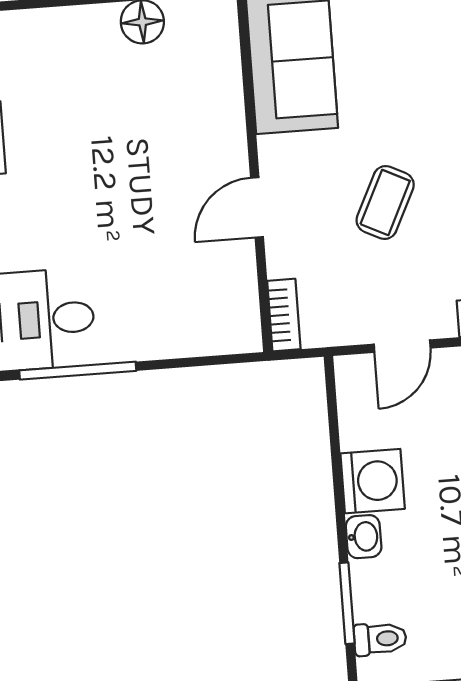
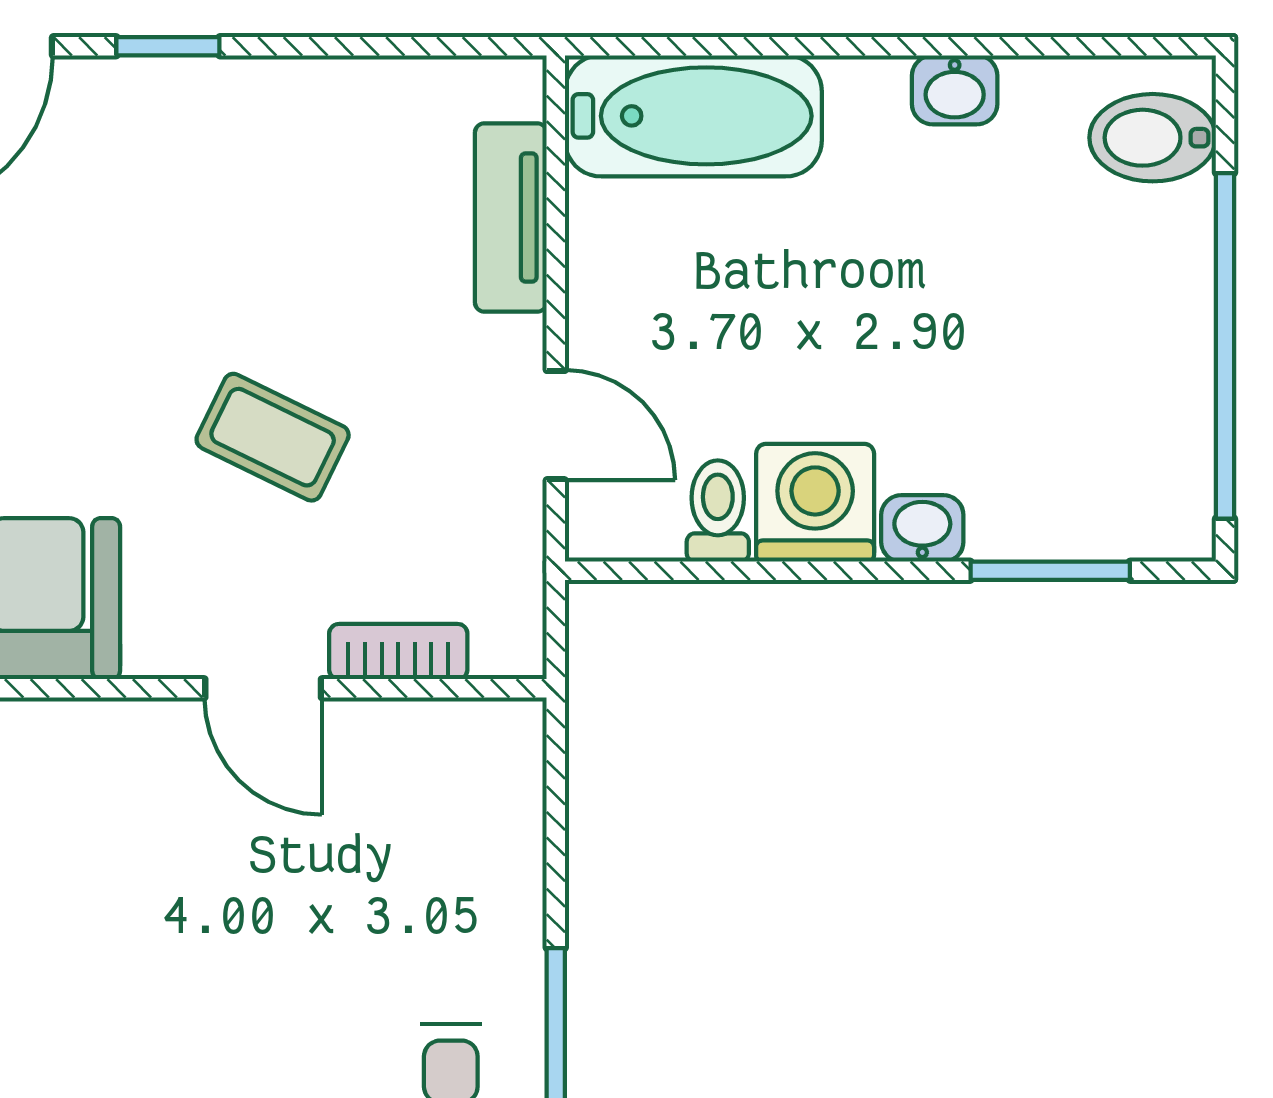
bookcase: (284, 315) -> (398, 652), moved
toilet: (380, 639) -> (718, 511), moved

